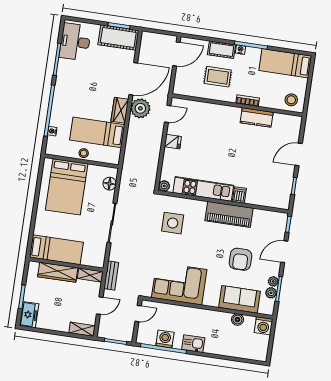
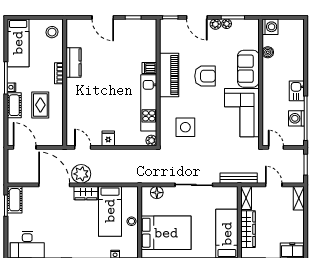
cot: (118, 38) -> (15, 200), width x0.73, depth x0.75
armchair: (240, 259) -> (205, 76), moved
bench: (111, 275) -> (239, 178), width x1.36
plant: (271, 293) -> (215, 24), moved
sofa: (240, 299) -> (248, 69), moved

